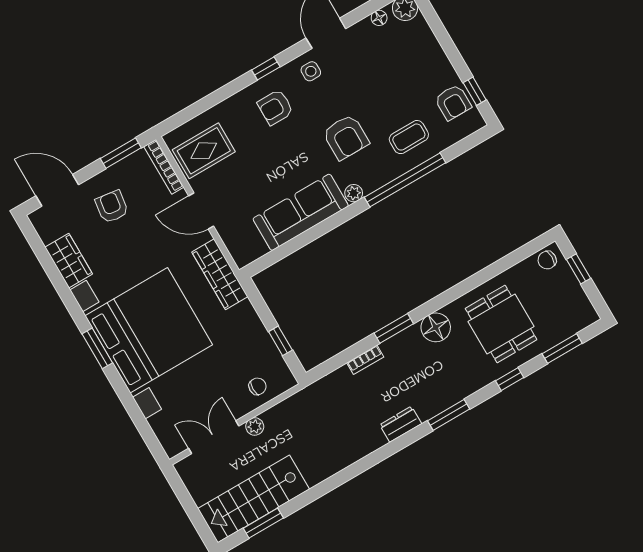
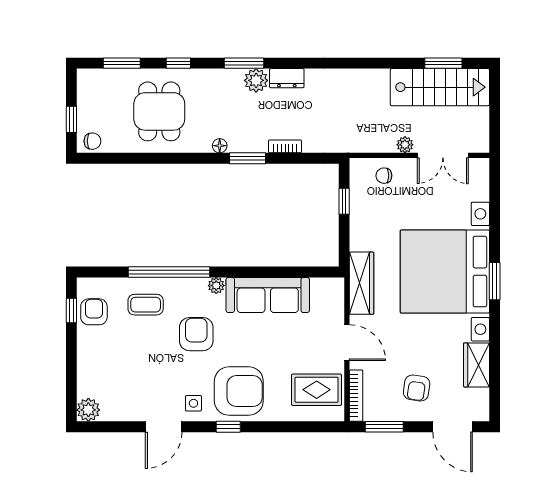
floor lamp: (379, 18) -> (114, 414), removed
armchair: (275, 107) -> (239, 391), width x1.88, depth x1.88
floor lamp: (436, 327) -> (220, 146), width x0.53, depth x0.53
plant: (428, 405) -> (256, 80), added

